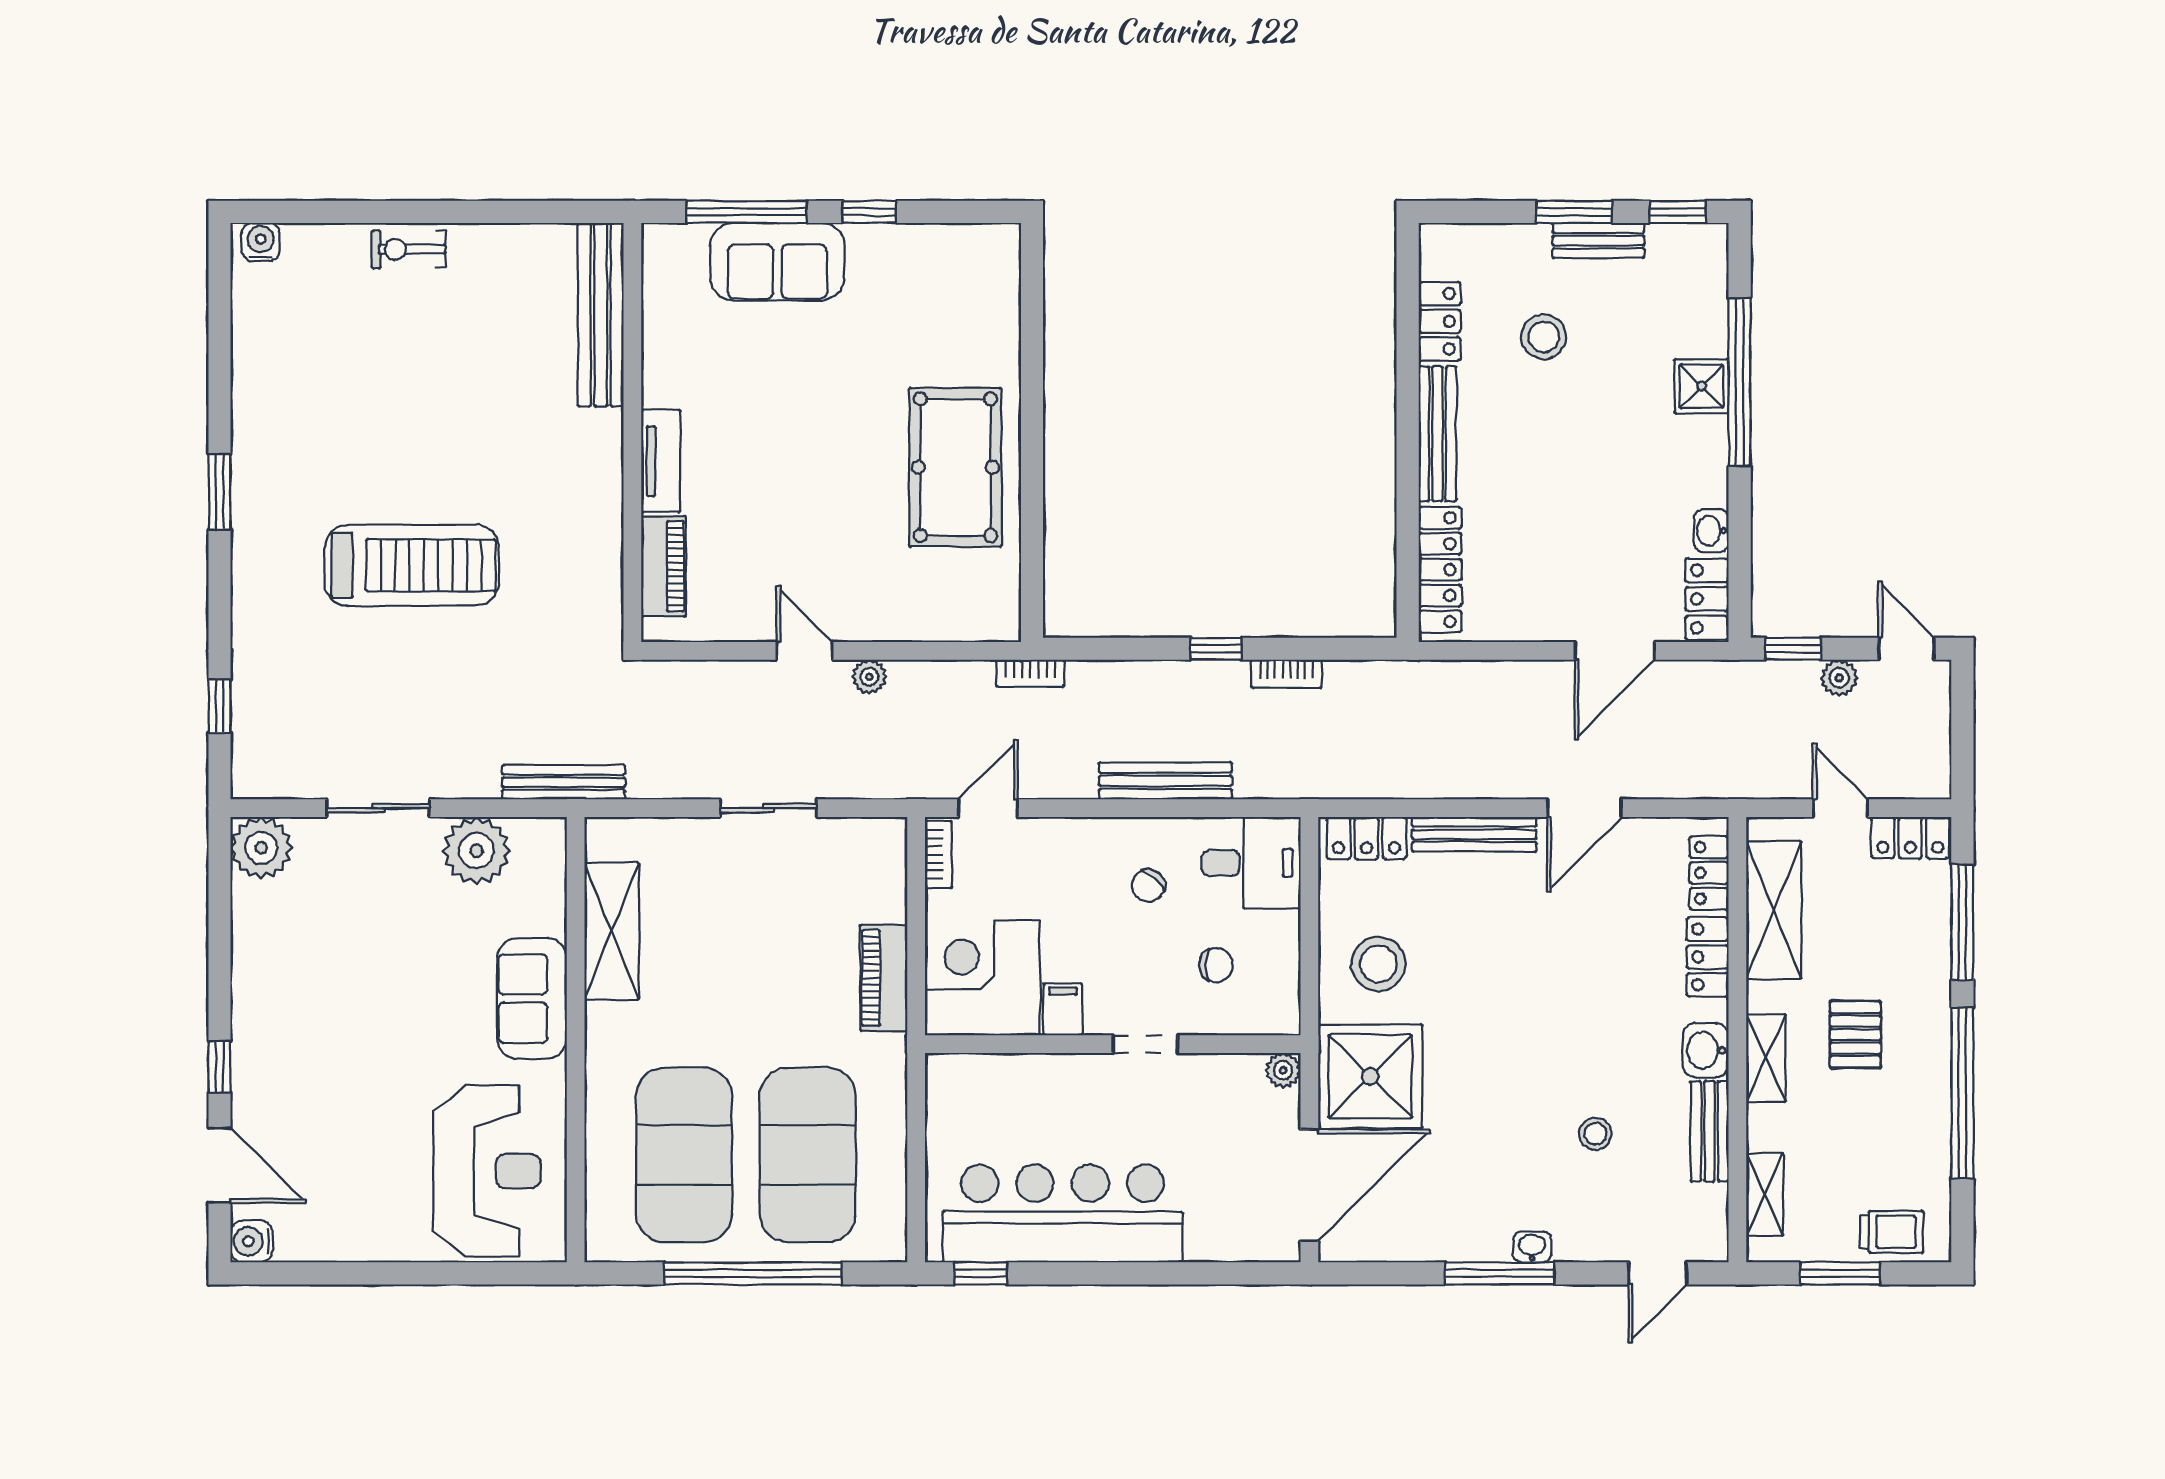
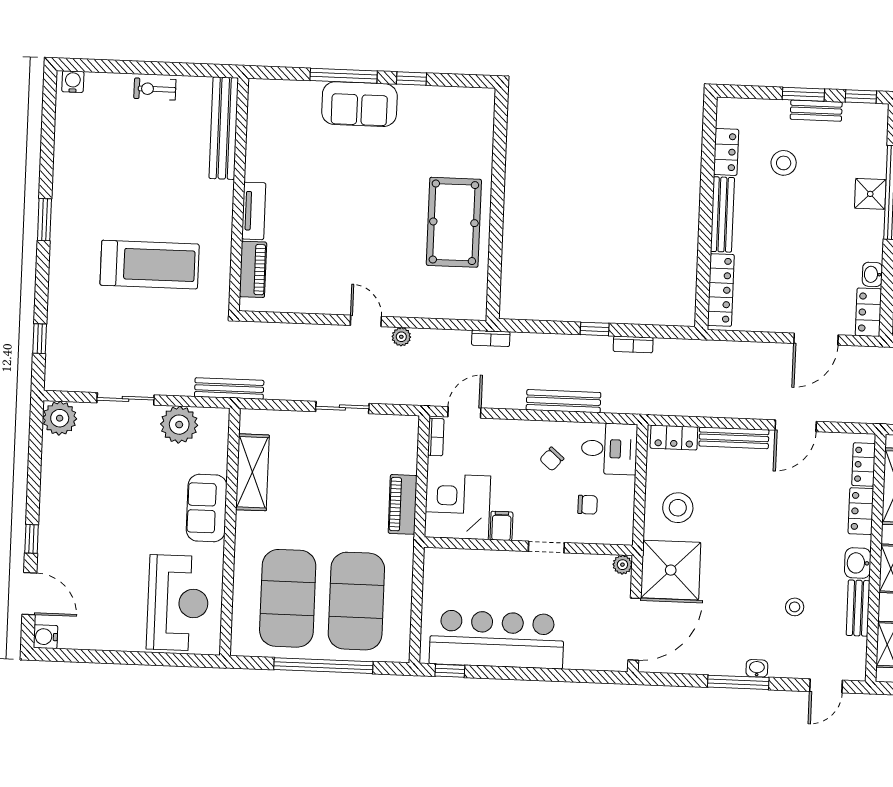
bench: (601, 315) -> (224, 128), moved
wall: (632, 432) -> (239, 194), moved
tv unit: (661, 461) -> (254, 211), moved
piano: (663, 566) -> (253, 269), moved

